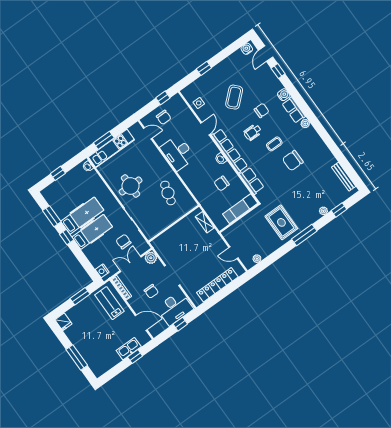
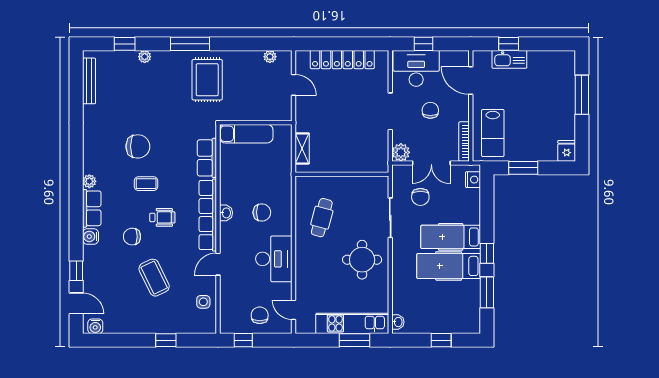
door: (266, 54) -> (76, 303), hinge flipped
coffee table: (234, 97) -> (154, 278), turned -74
chair: (222, 183) -> (262, 212), moved

